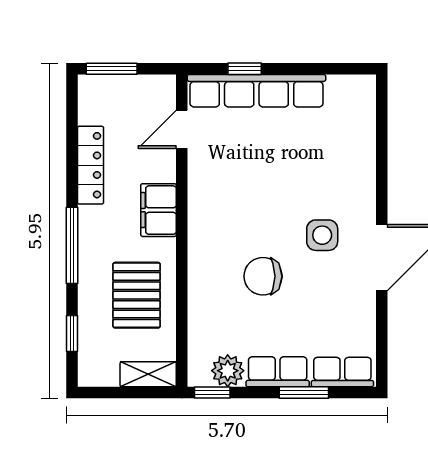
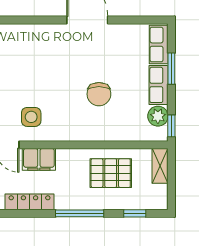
filing cabinet: (159, 210) -> (39, 159), moved
side table: (322, 235) -> (31, 117), moved

